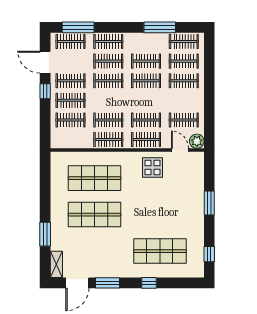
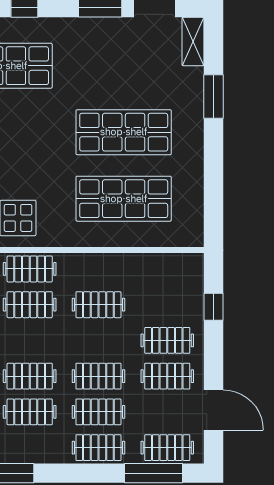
window: (45, 91) -> (214, 307), moved
clothes rail: (71, 120) -> (167, 305), removed
clothes rail: (108, 140) -> (98, 269), removed

